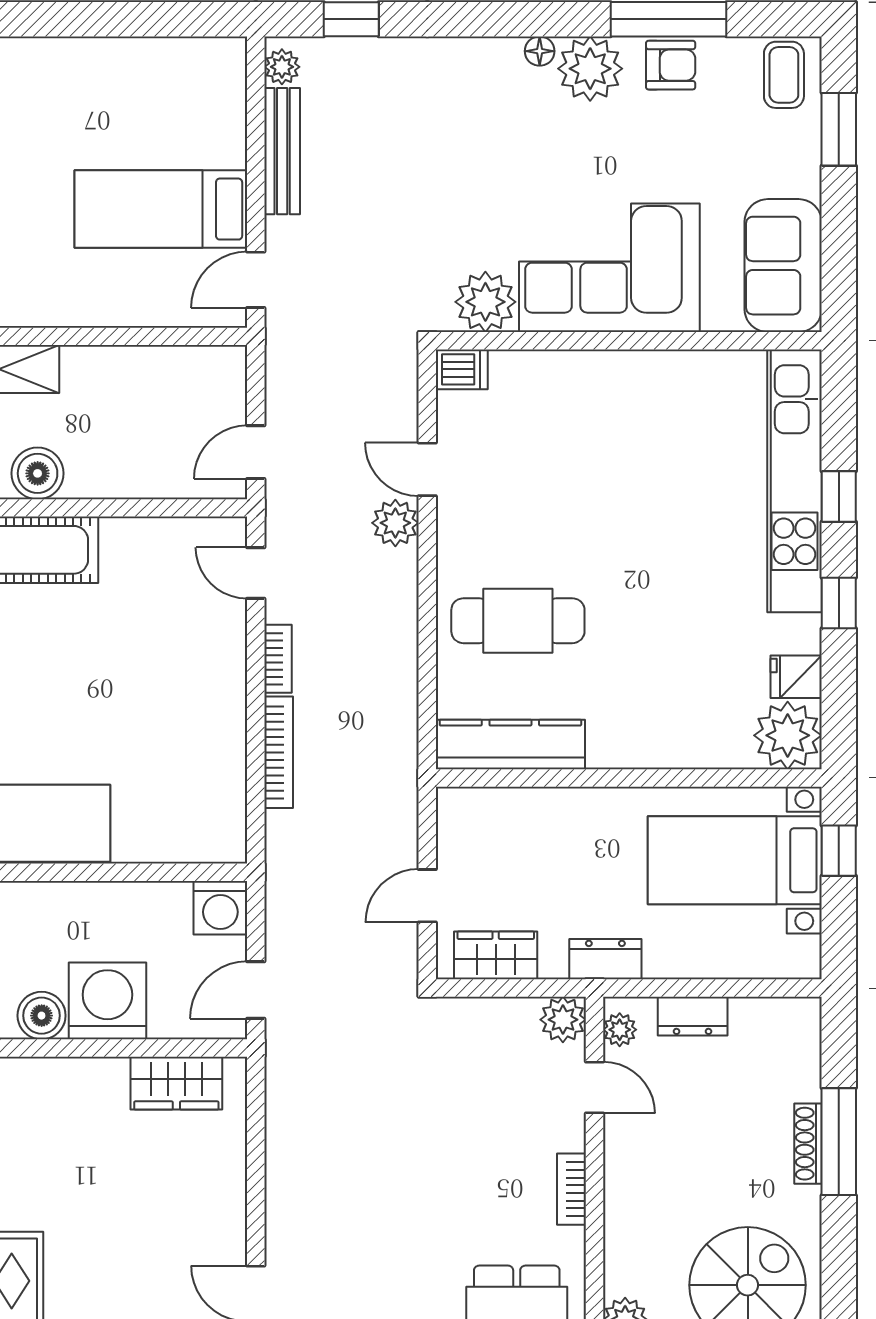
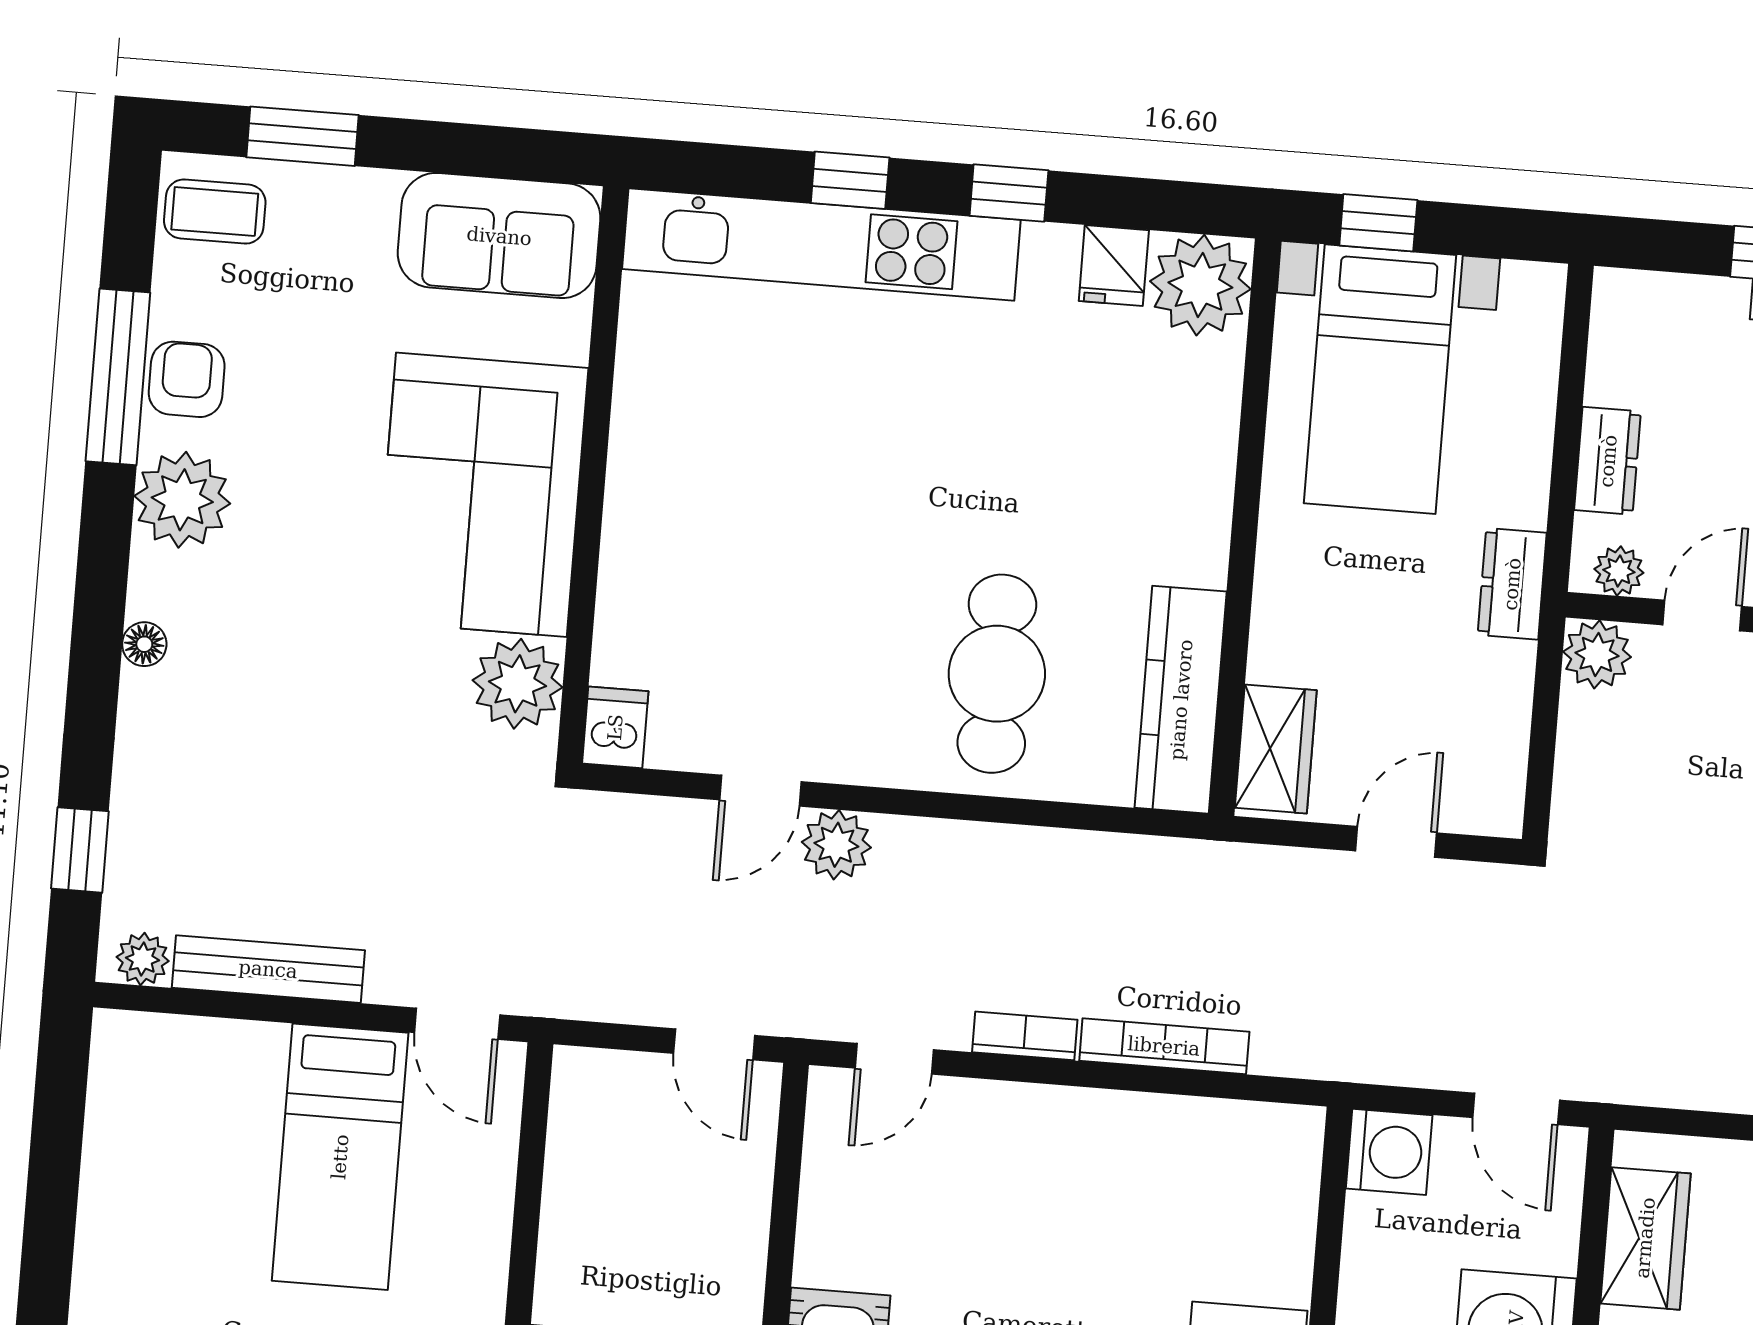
floor lamp: (540, 51) -> (144, 644), moved
door: (427, 896) -> (1396, 842), swing flipped
wardrobe: (496, 955) -> (1276, 749), moved, turned 180

